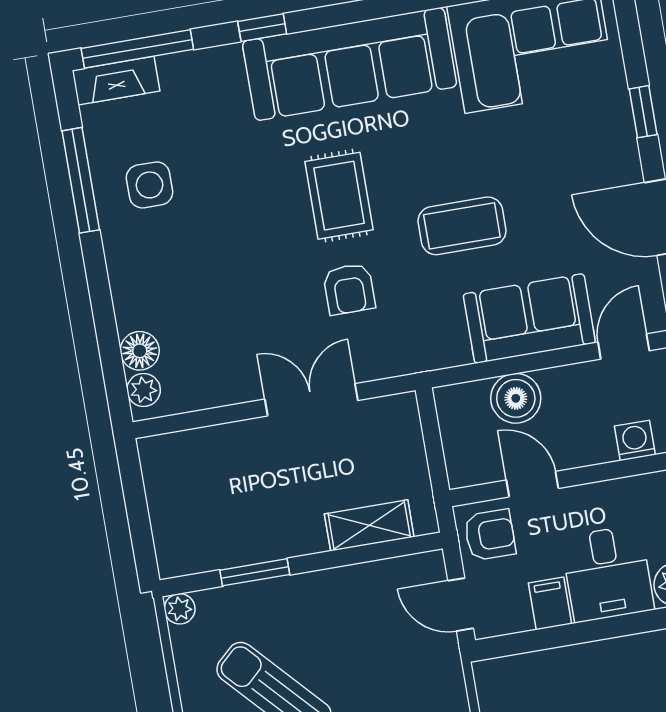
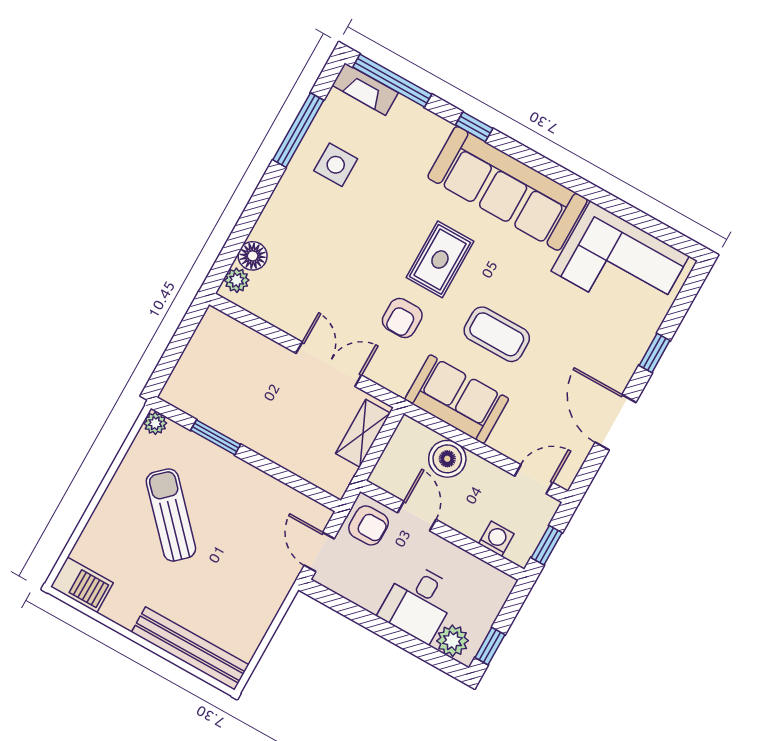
sofa: (529, 319) -> (457, 399), moved
shelving: (369, 525) -> (363, 433), moved, turned 90
filing cabinet: (550, 604) -> (371, 593), removed

